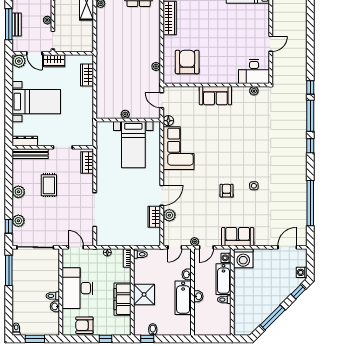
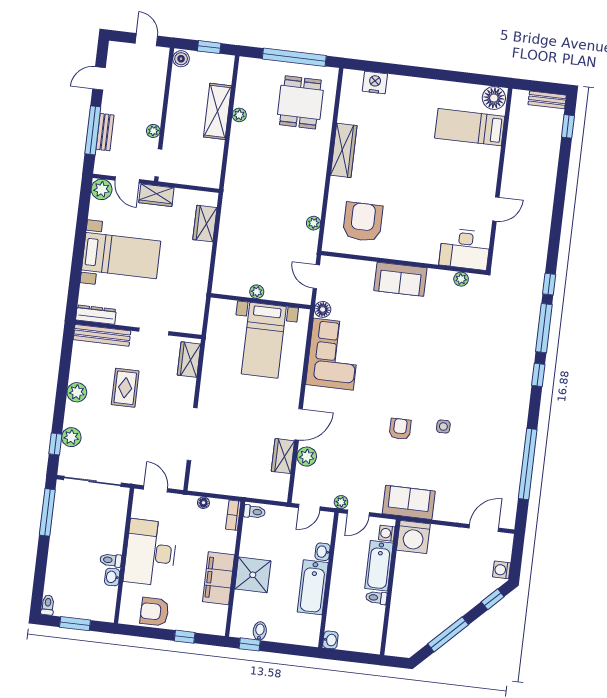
washbasin: (198, 296) -> (330, 640), moved

